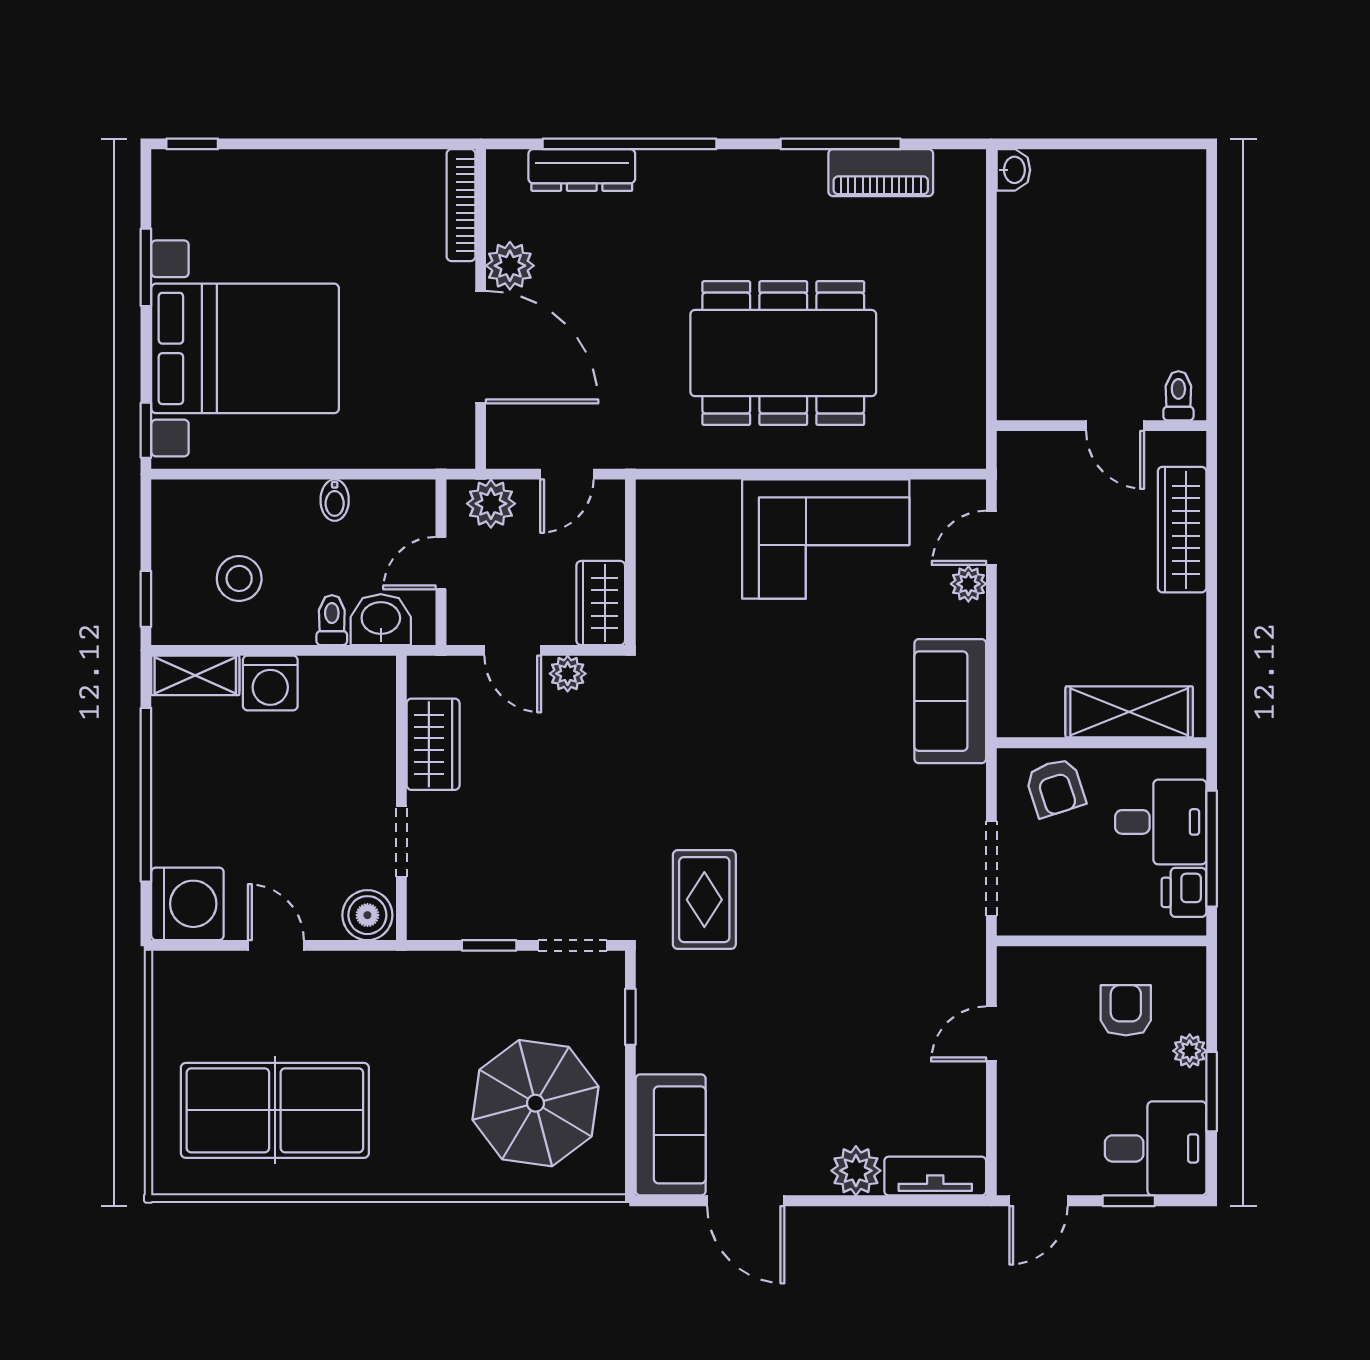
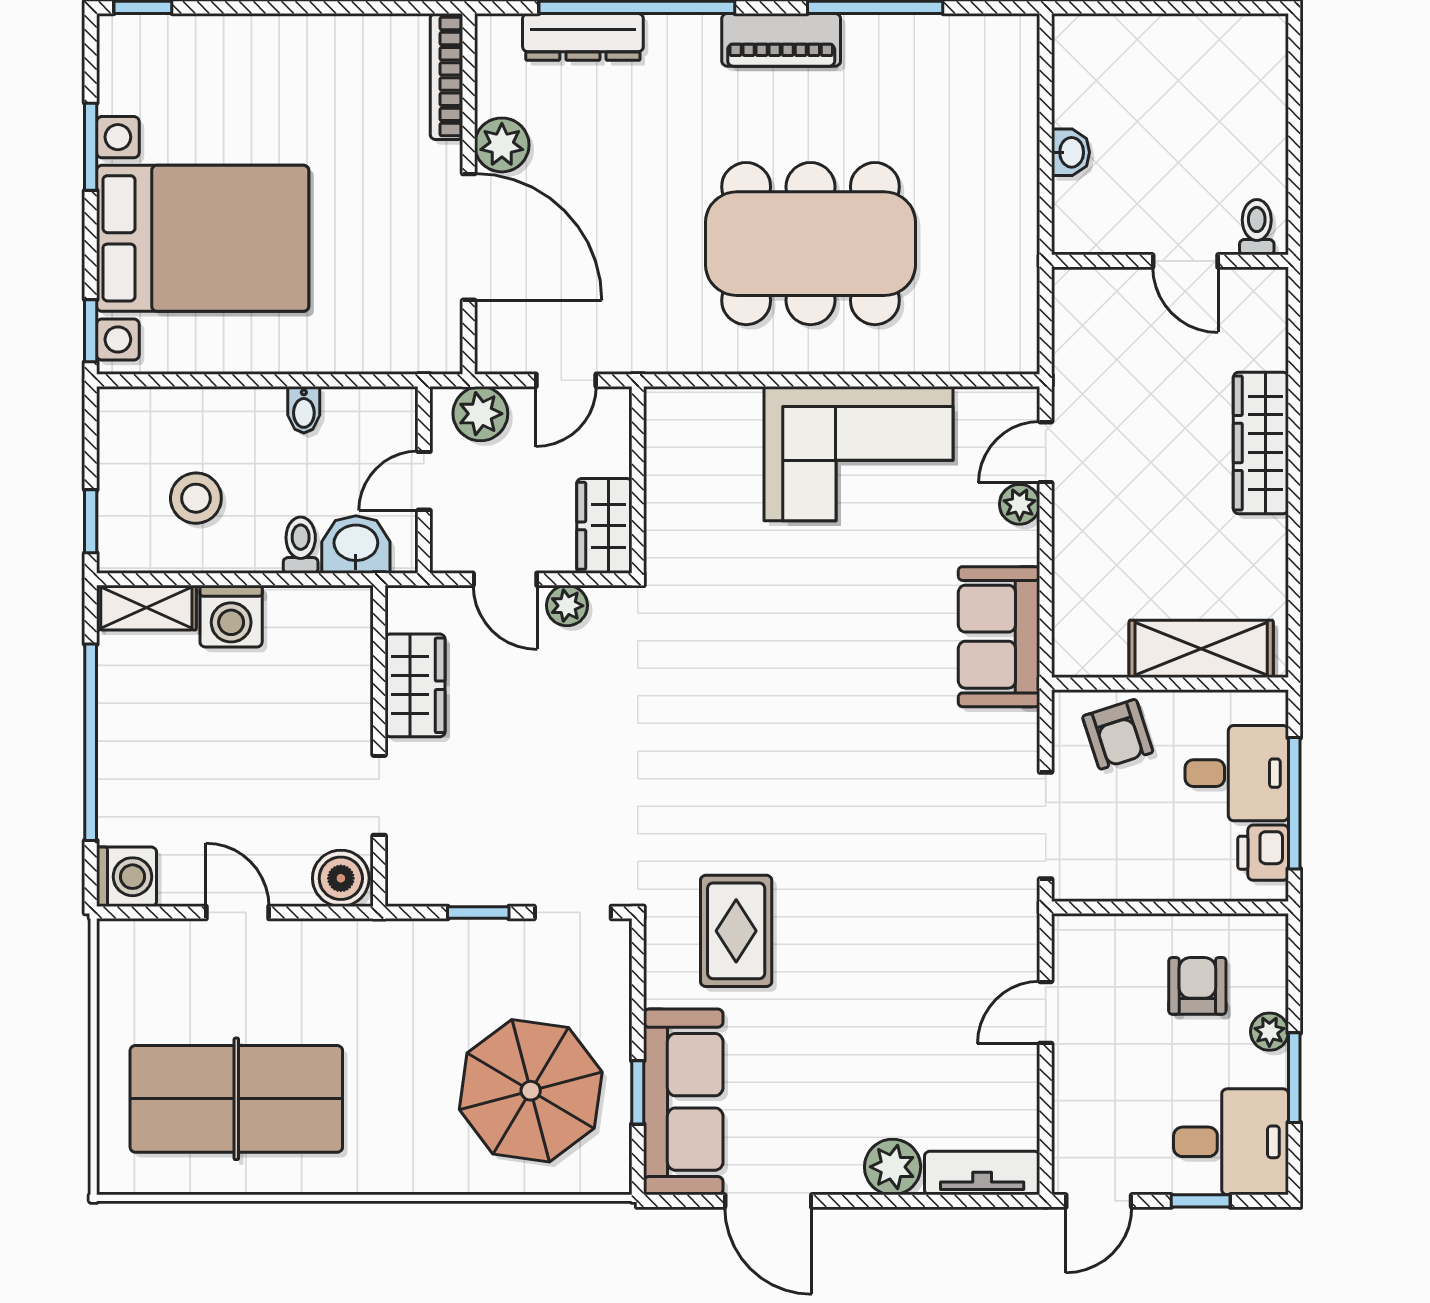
washbasin: (1013, 170) -> (1070, 152), moved
piano: (881, 173) -> (781, 40), moved
toilet: (1178, 396) -> (1257, 227), moved
wall: (1102, 426) -> (1170, 261), moved
door: (1115, 426) -> (1185, 261), moved
rug: (704, 900) -> (736, 931), moved
washing machine: (187, 904) -> (127, 877), width x0.73, depth x0.73
window: (630, 1017) -> (638, 1092), moved
sofa: (671, 1135) -> (683, 1102), width x1.36

